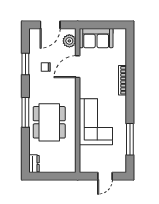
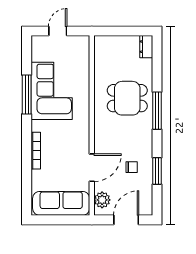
sofa: (96, 38) -> (61, 203), width x1.36
dining table: (49, 122) -> (127, 98), width x0.73
corner sofa: (96, 122) -> (52, 91), moved, turned 180
window: (130, 139) -> (27, 95), moved

